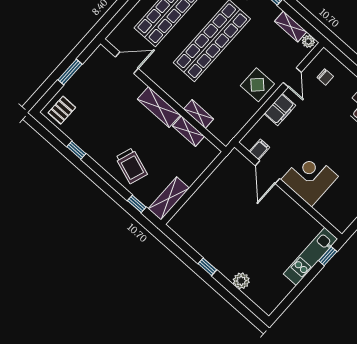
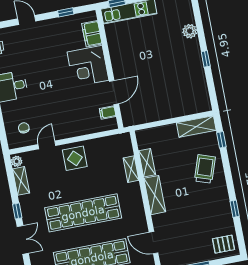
filing cabinet: (280, 110) -> (92, 34), moved, turned -90

